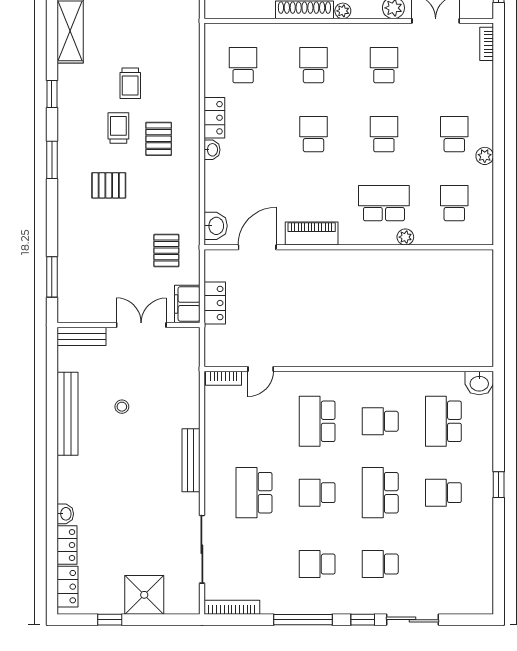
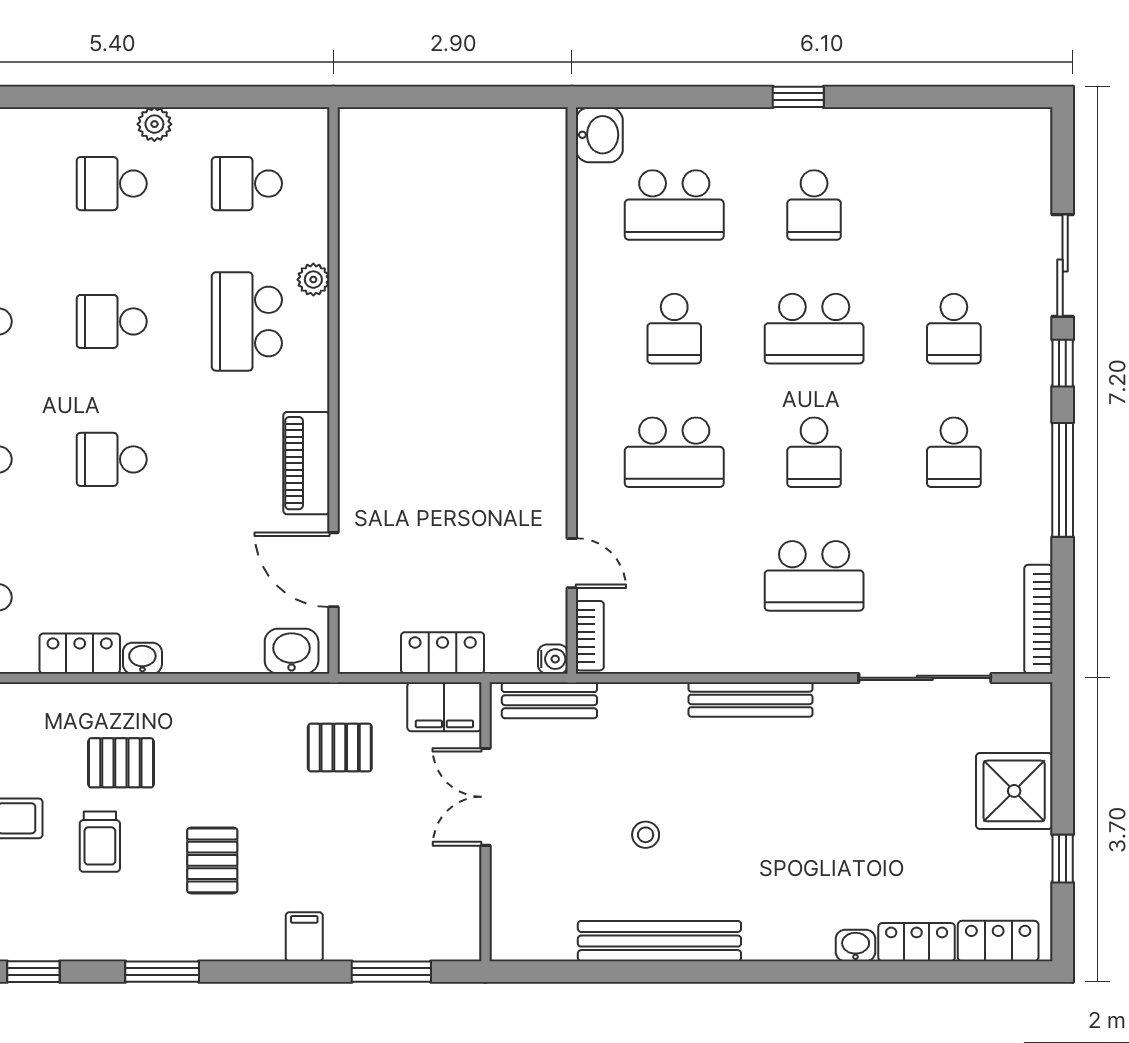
trolley: (118, 128) -> (100, 842), turned -90
filing cabinet: (70, 232) -> (304, 937), added
bench: (81, 336) -> (549, 700), moved, turned 90
water cooler: (212, 359) -> (553, 659), added

